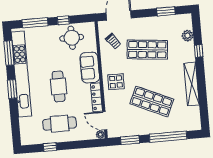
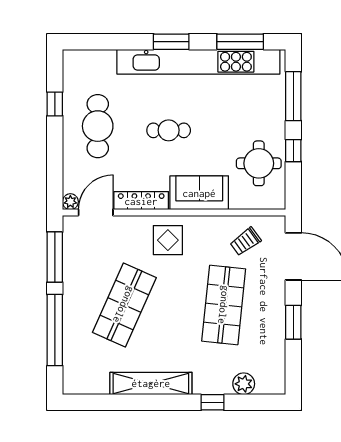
window: (166, 11) -> (293, 322), moved
cafe table: (59, 86) -> (169, 130), width x0.73, depth x0.74
window: (130, 140) -> (55, 257), width x1.44

